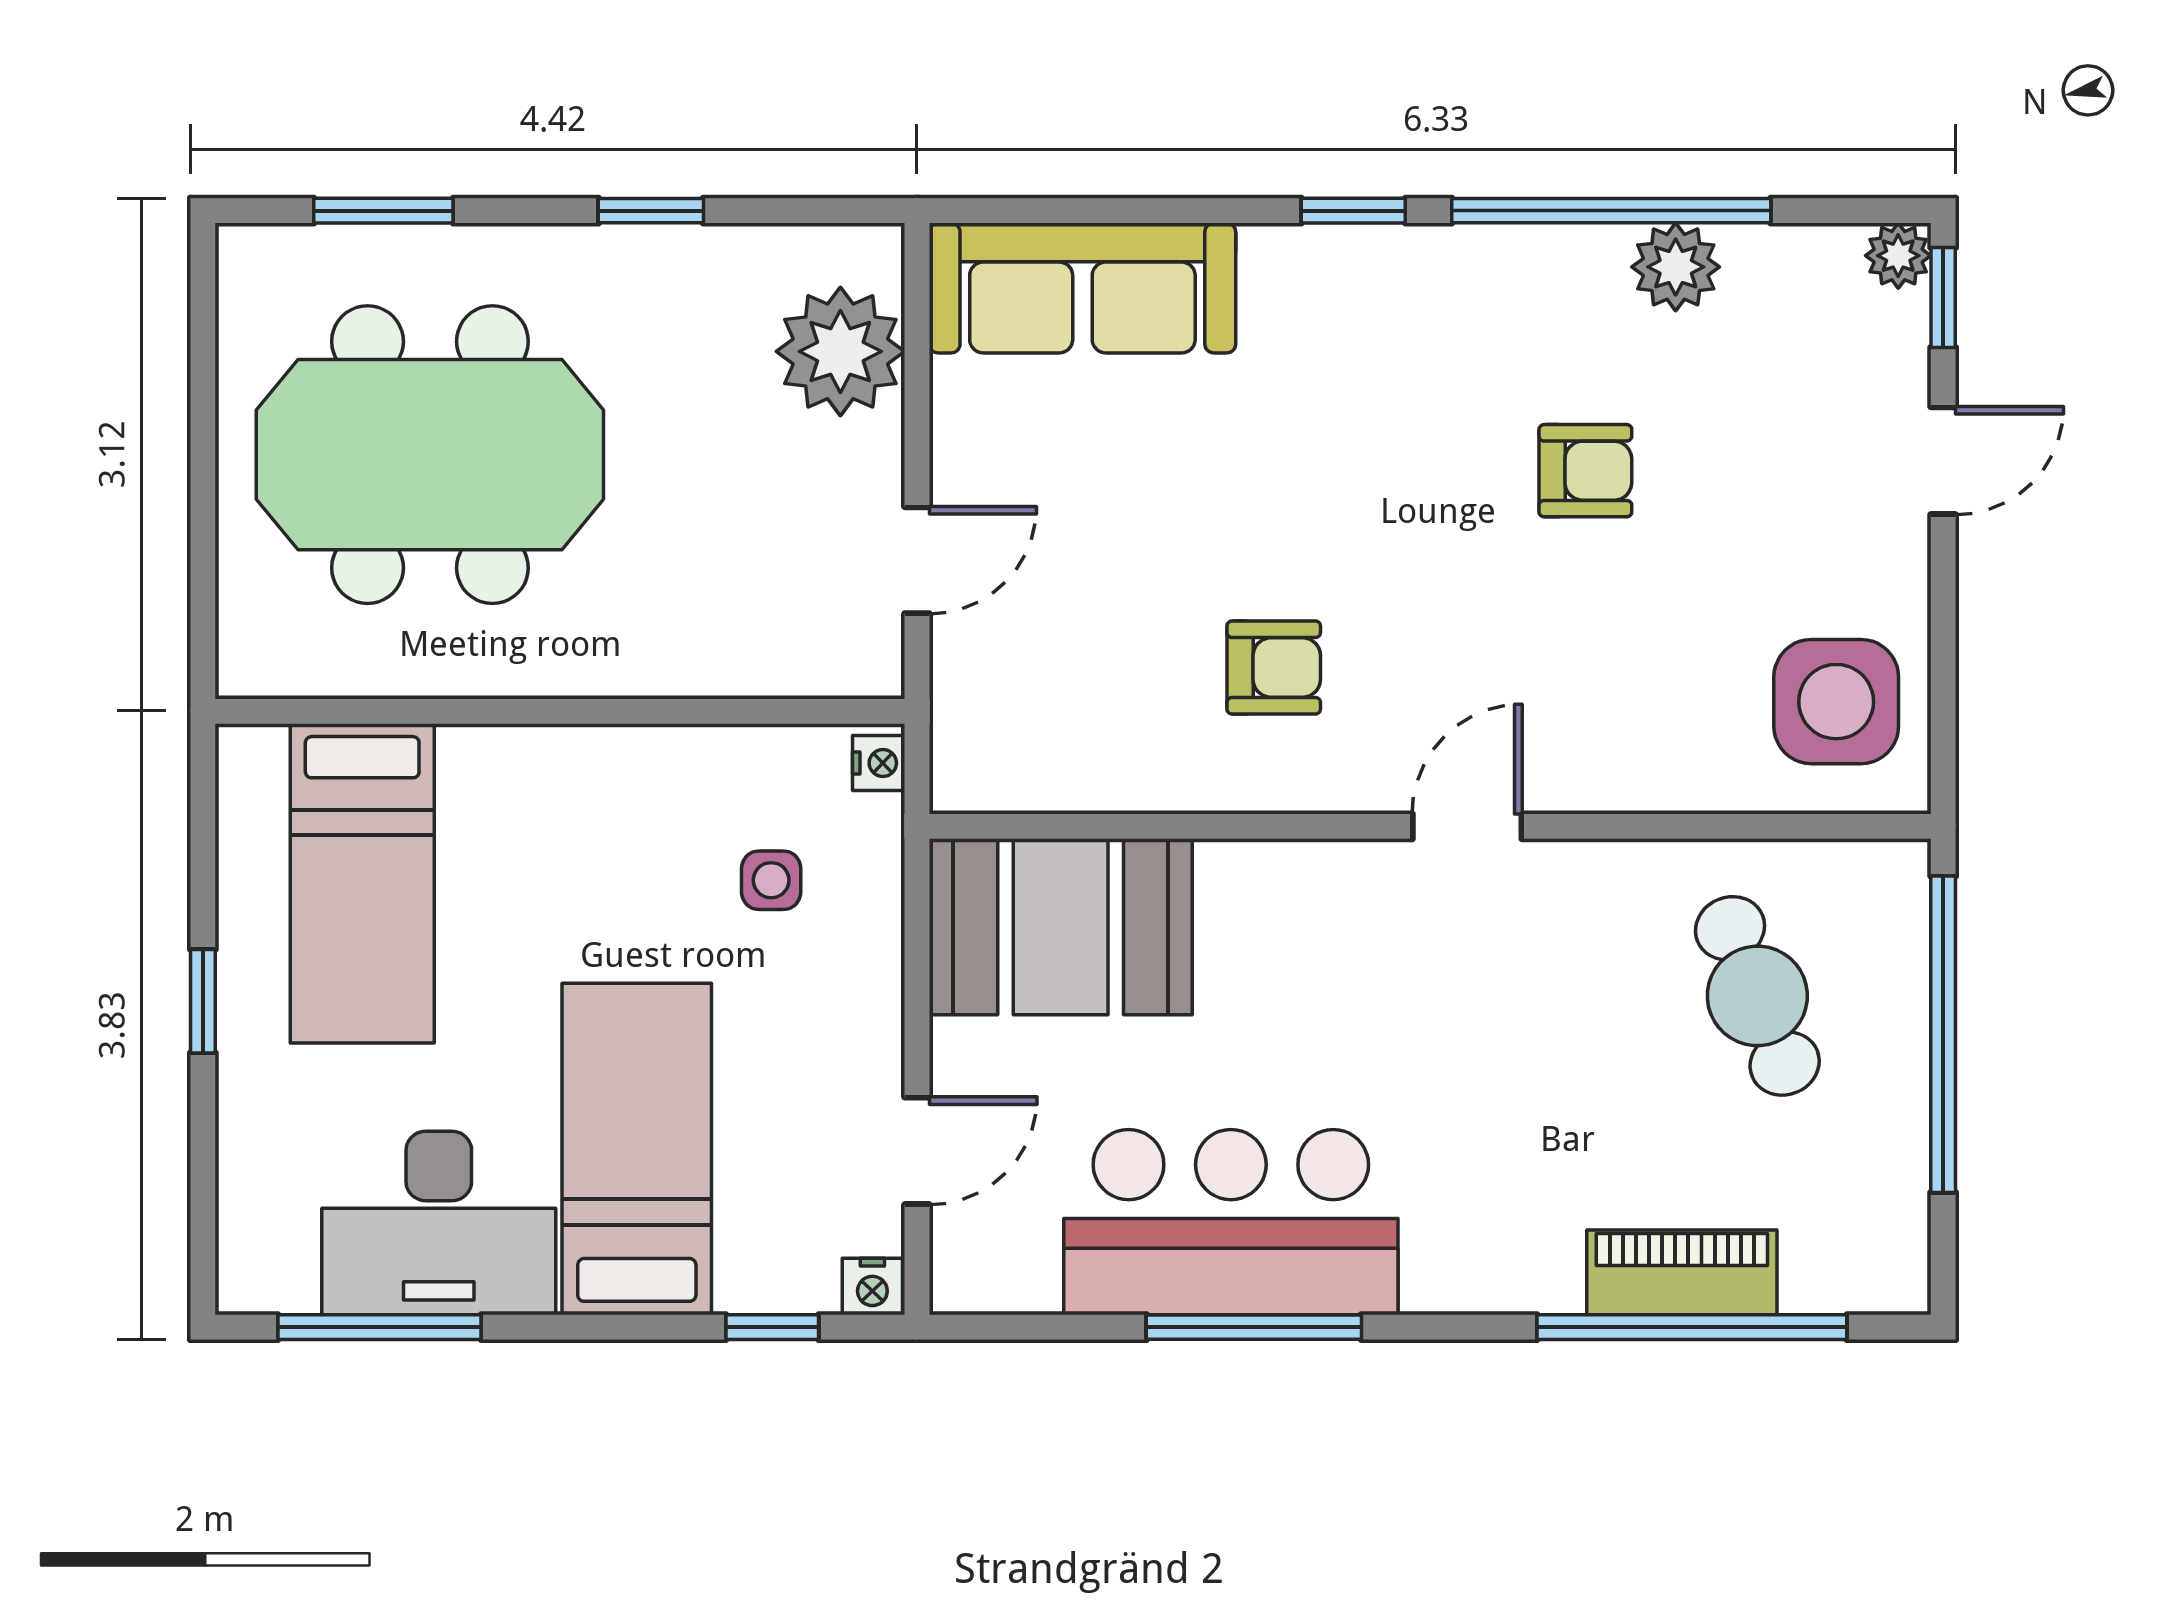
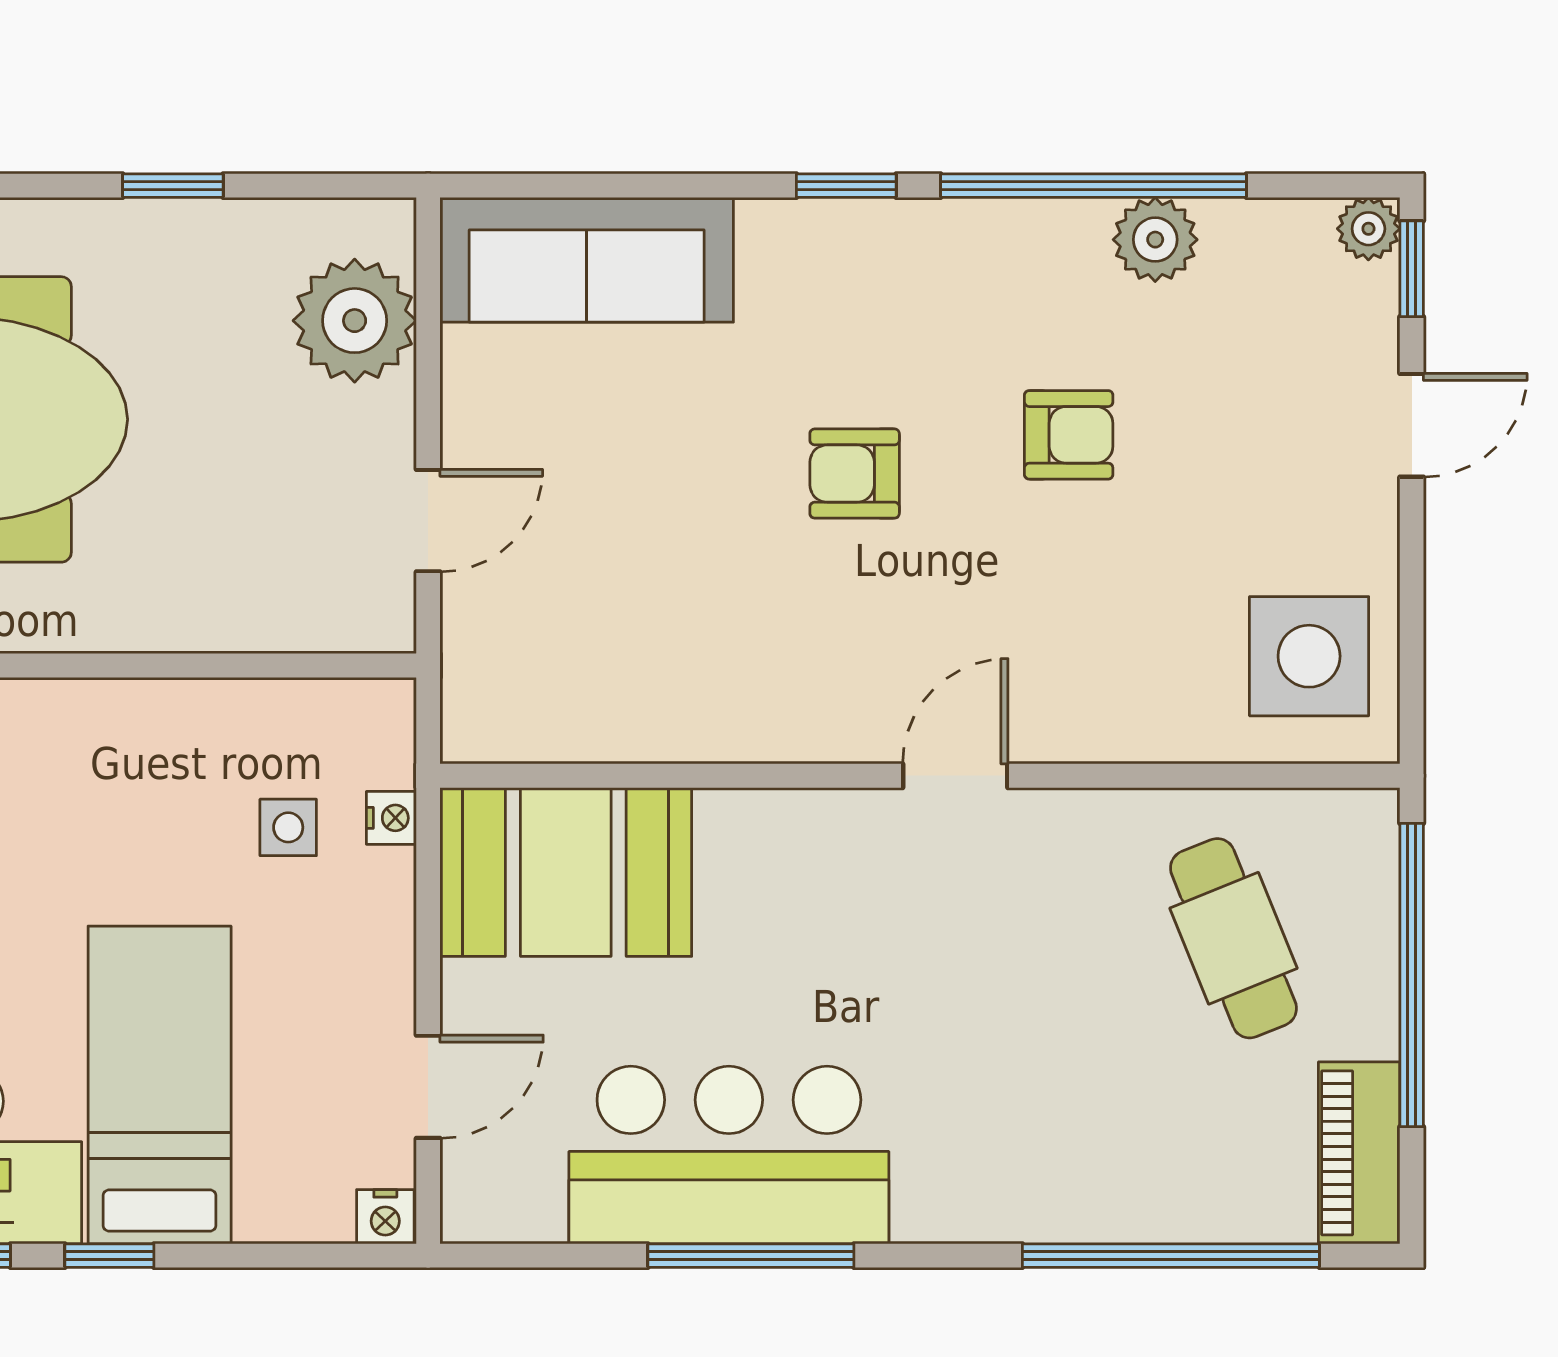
armchair: (1274, 668) -> (855, 474), moved, turned 180
nightstand: (879, 763) -> (391, 818), moved
piano: (1682, 1272) -> (1359, 1153), moved, turned -90
window: (772, 1327) -> (109, 1256), moved

